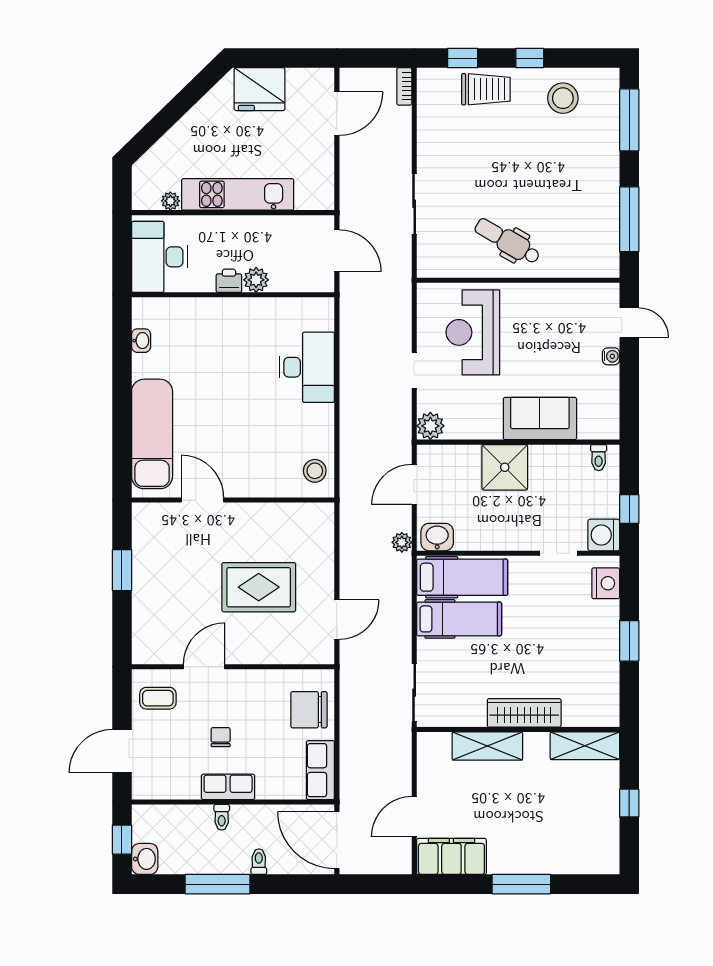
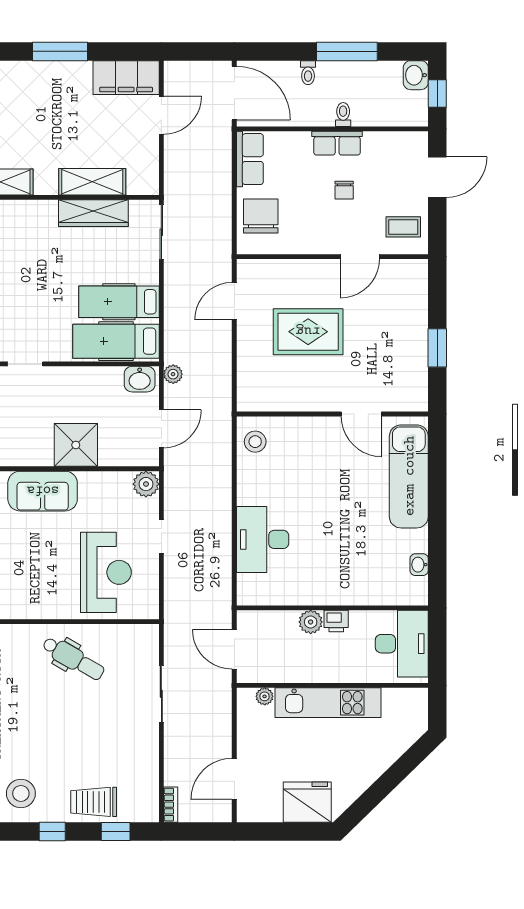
plant: (170, 201) -> (265, 696), moved
chair: (309, 710) -> (261, 216), turned -90
wardrobe: (524, 713) -> (93, 213), moved

